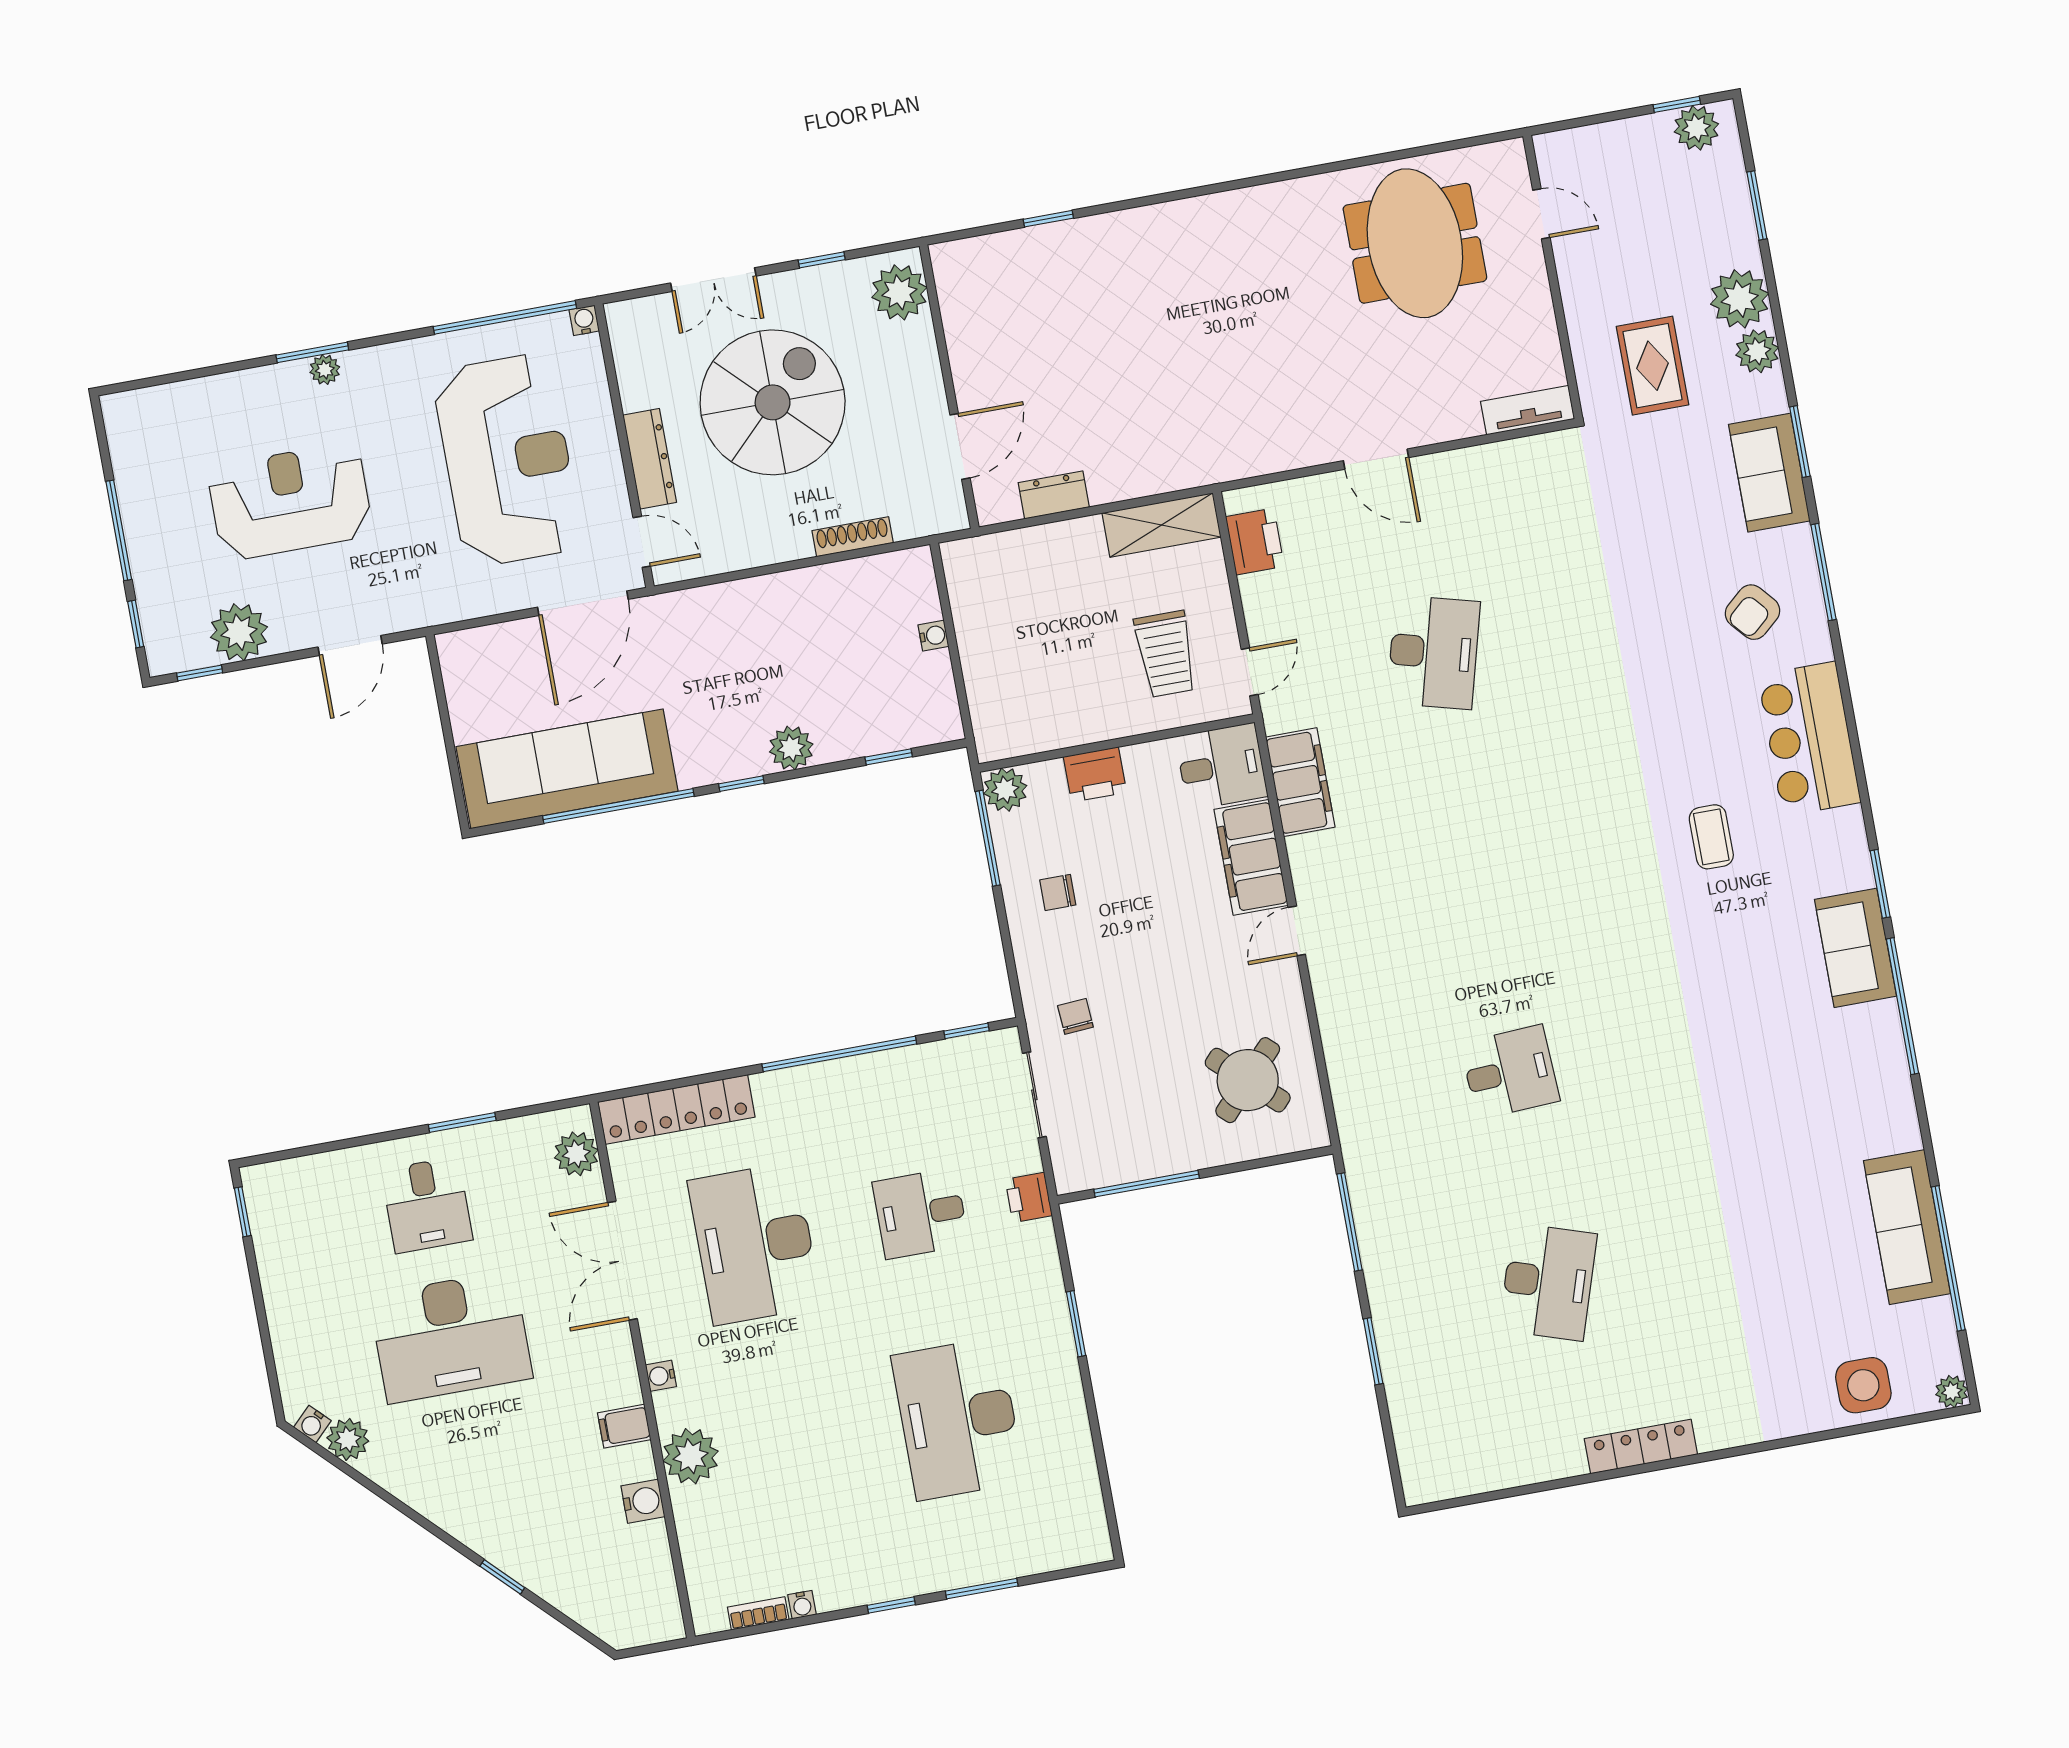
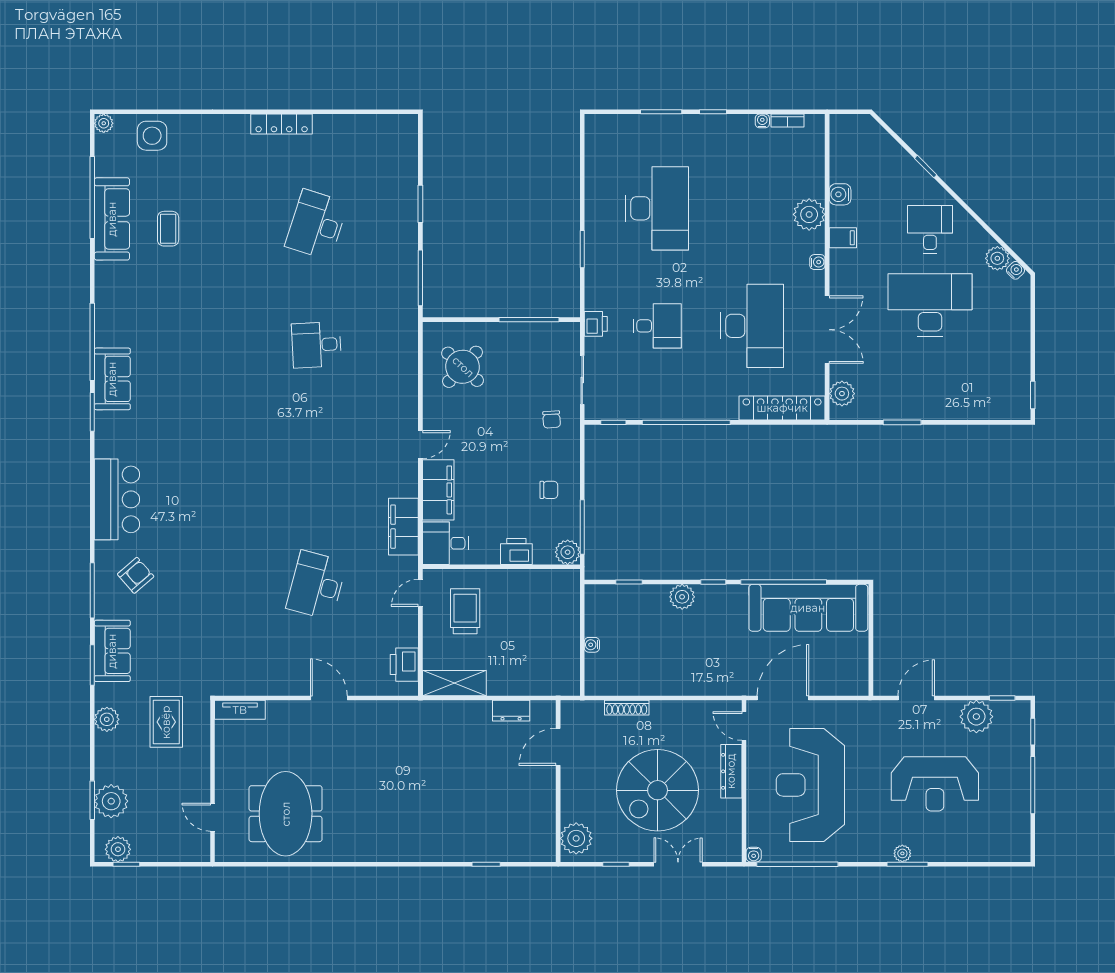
plant: (1740, 299) -> (111, 801), moved
coffee table: (1711, 837) -> (168, 229), moved
desk: (427, 1205) -> (930, 229), moved

